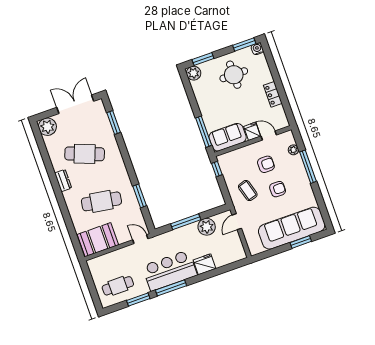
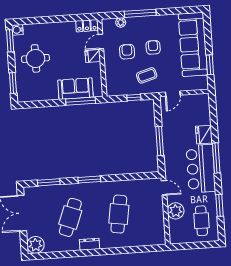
plant: (194, 73) -> (24, 95), removed
locker: (273, 94) -> (87, 26), moved
sofa: (228, 137) -> (75, 89), moved, turned 90
window: (217, 169) -> (134, 97), moved
window: (140, 196) -> (89, 180), moved
door: (237, 222) -> (173, 94), hinge flipped
plant: (207, 227) -> (176, 211), moved
door: (140, 239) -> (164, 188), swing flipped
booth: (98, 240) -> (153, 227), removed
window: (301, 242) -> (210, 65), moved
window: (171, 288) -> (216, 158), moved

